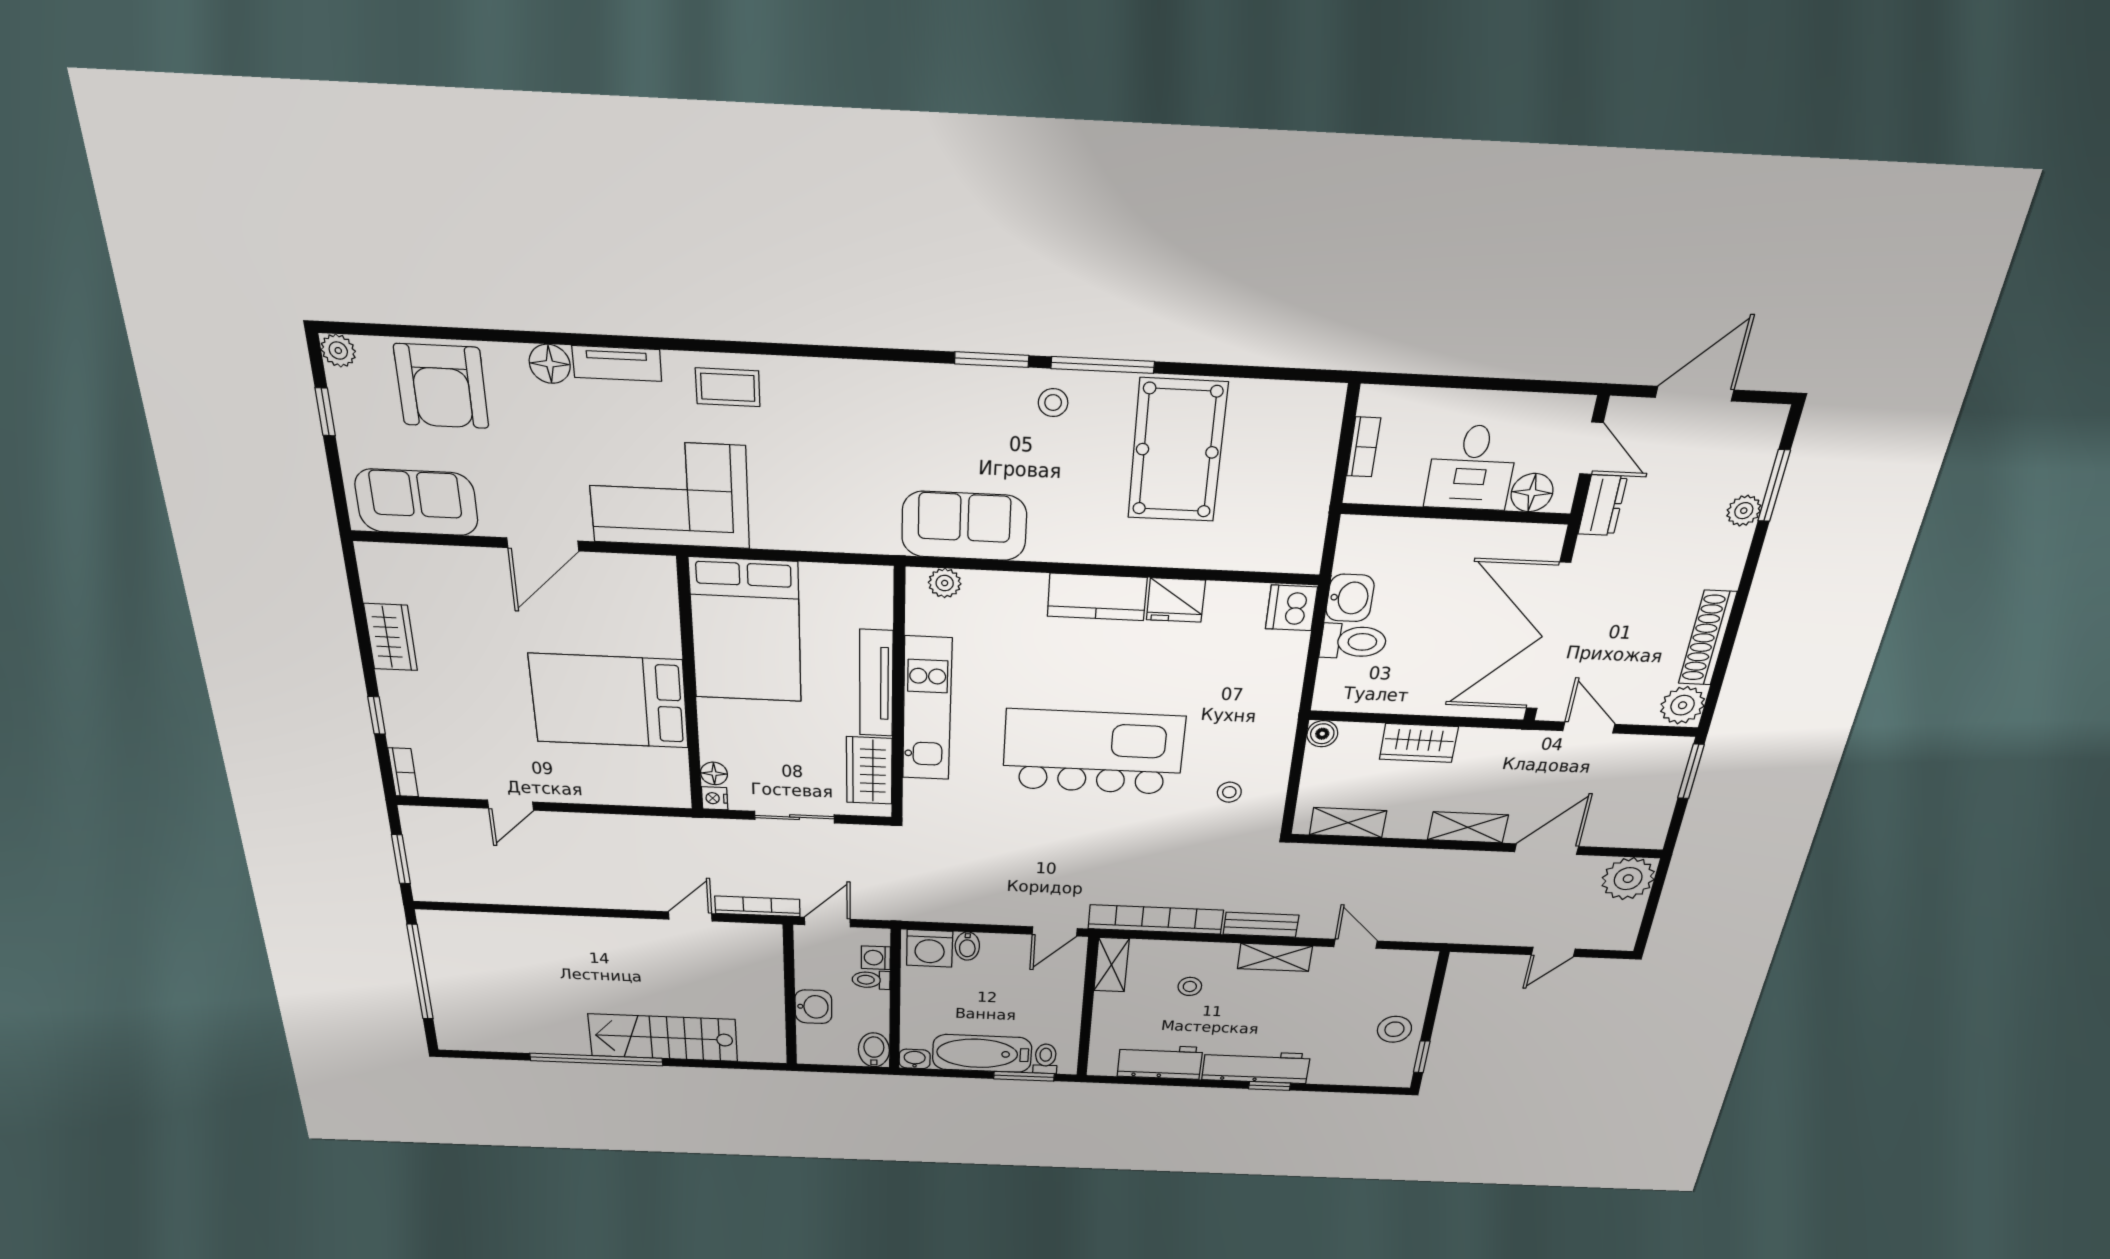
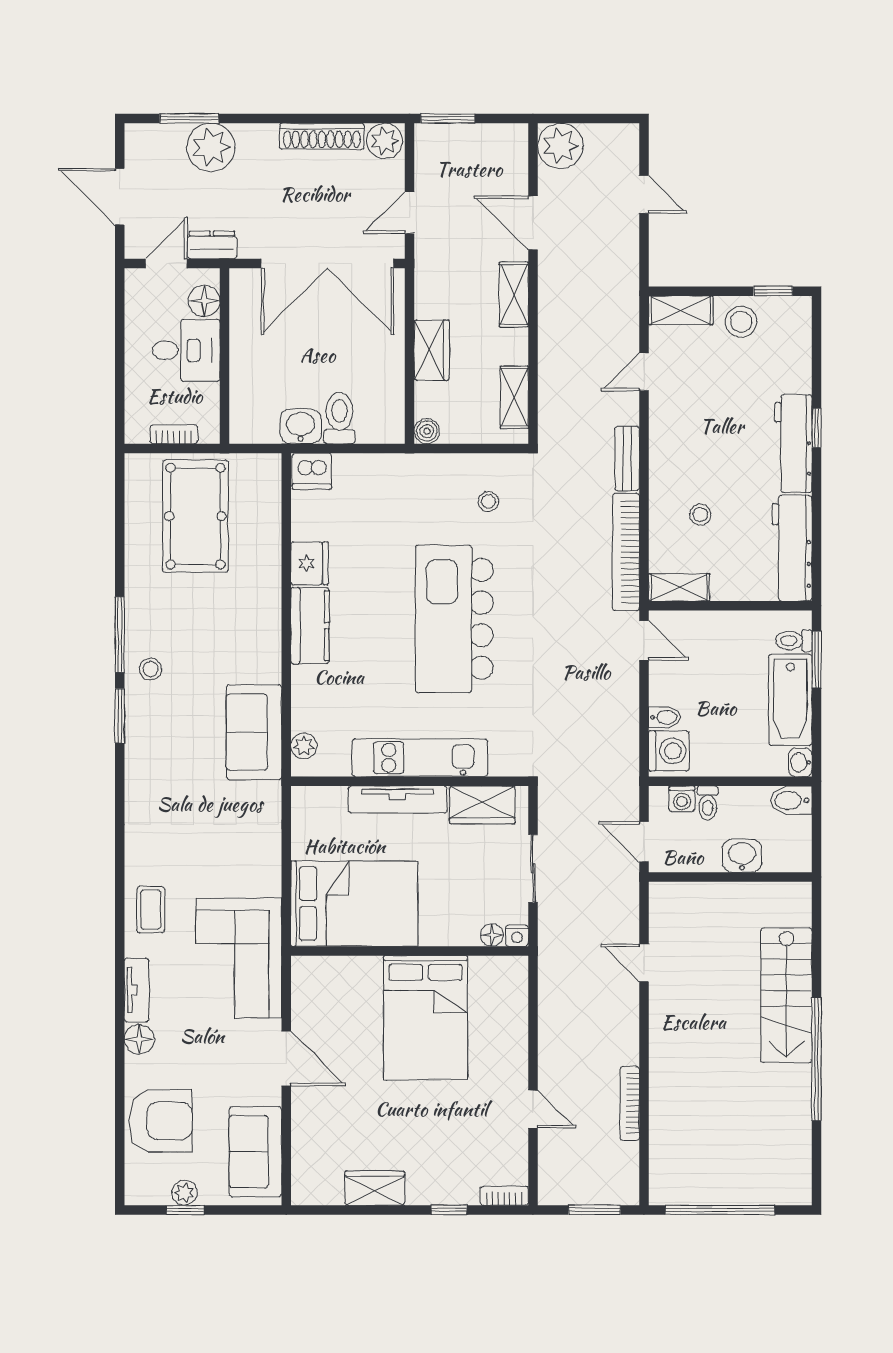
plant: (338, 351) -> (184, 1193), moved
pool table: (1177, 451) -> (195, 516), moved, turned 90
plant: (1744, 511) -> (211, 147), width x1.87, depth x1.87
bookcase: (757, 906) -> (630, 1103), moved
shelving: (1275, 957) -> (681, 310), moved, turned 90
workbench: (1160, 1062) -> (792, 548), width x1.38

